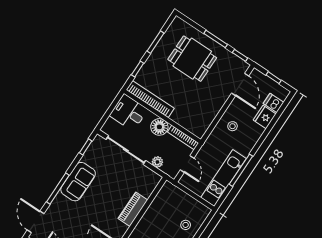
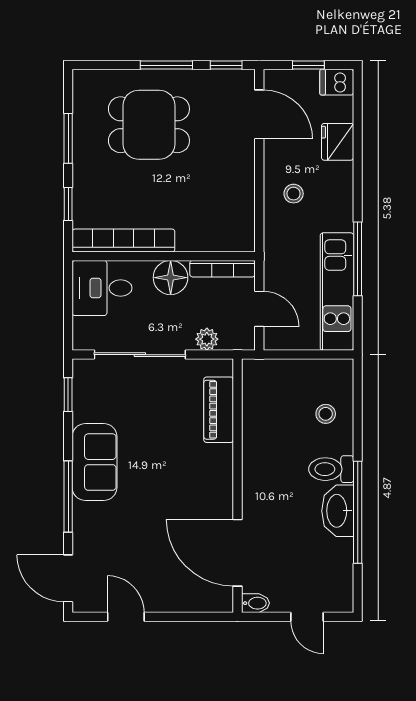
dishwasher: (273, 103) -> (337, 82), moved
piano: (133, 209) -> (219, 410), moved

